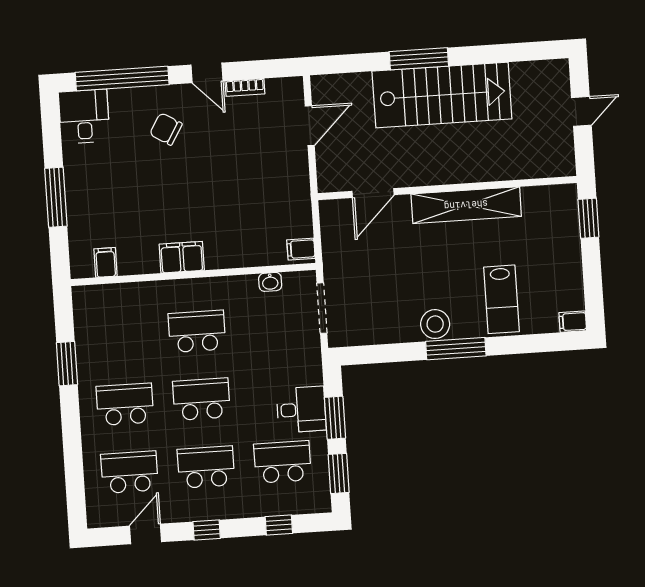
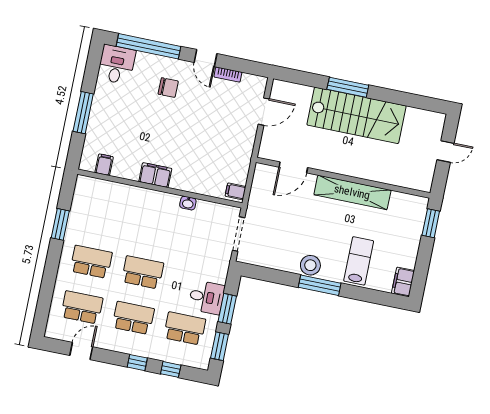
chair: (166, 129) -> (168, 88), turned 149
washbasin: (270, 282) -> (188, 203), moved
lab bench: (501, 299) -> (359, 261), turned 180
filing cabinet: (573, 322) -> (403, 282), width x2.00
school desk: (197, 331) -> (152, 227), removed
window: (207, 530) -> (137, 363), moved

